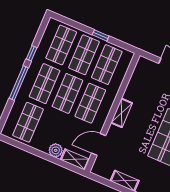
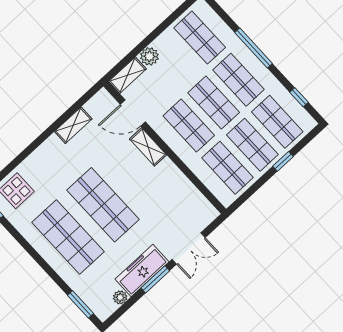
window: (101, 35) -> (283, 161), moved
window: (32, 53) -> (299, 97), moved
shelving: (122, 113) -> (148, 147), moved
door: (99, 144) -> (133, 113), swing flipped

